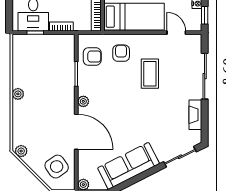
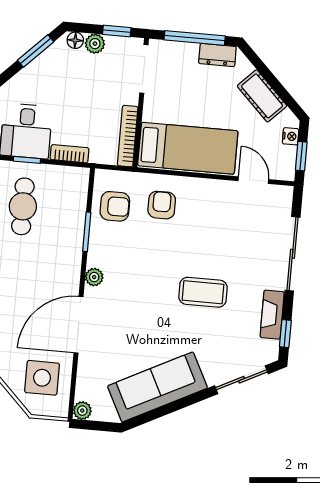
cafe table: (35, 62) -> (23, 206), added
coffee table: (150, 74) -> (203, 292), moved, turned 90
window: (205, 126) -> (285, 334), added
door: (76, 132) -> (79, 325), swing flipped
side table: (57, 167) -> (42, 378), turned 35

